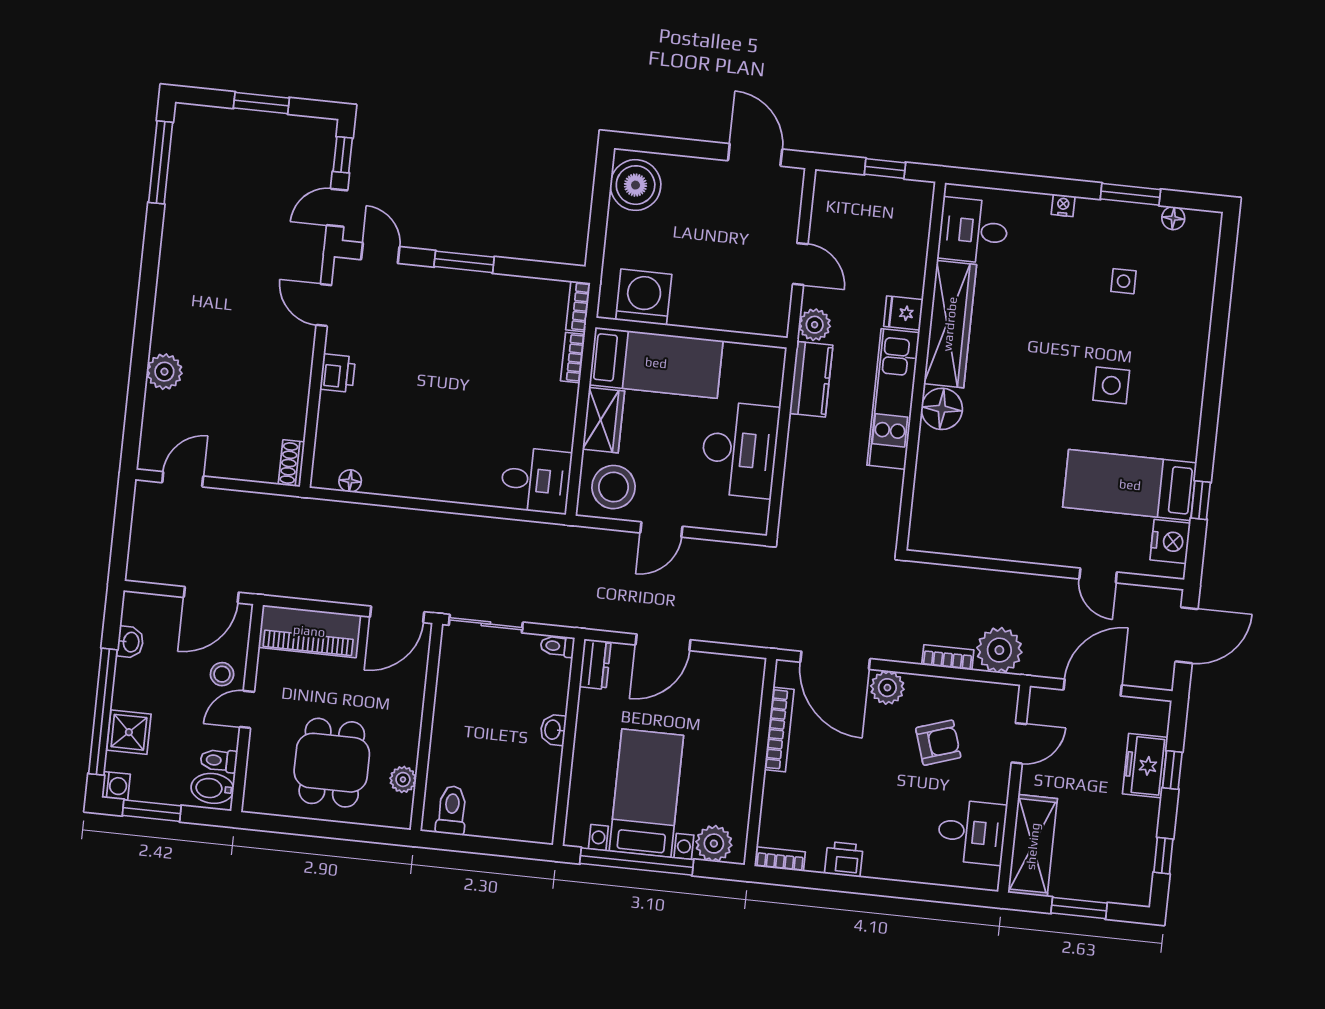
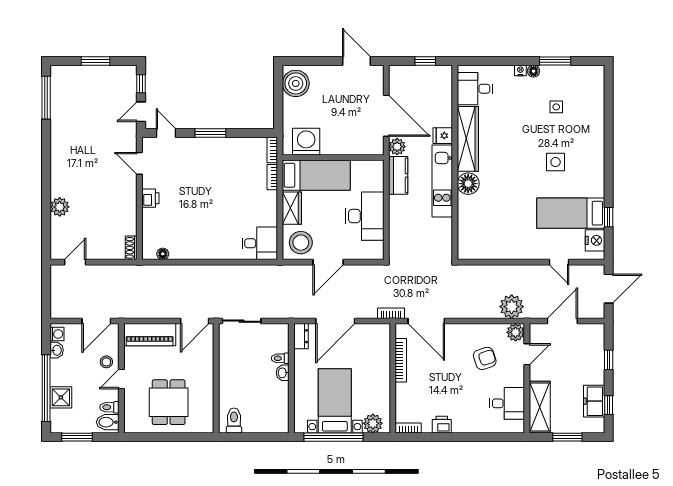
floor lamp: (1173, 218) -> (534, 71), moved
door: (800, 264) -> (386, 116), width x1.88
door: (661, 530) -> (328, 262), width x1.38
door: (663, 642) -> (335, 321), width x1.36
toilet: (557, 646) -> (280, 358), moved
bookcase: (948, 657) -> (391, 313), moved
plant: (887, 688) -> (516, 332), moved
freezer: (1145, 766) -> (594, 401), moved
plant: (403, 779) -> (207, 407), removed
washing machine: (116, 786) -> (57, 334), moved

